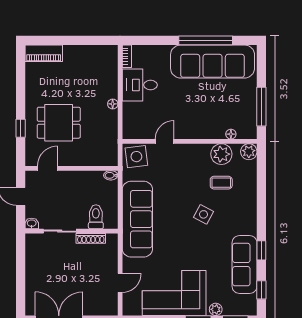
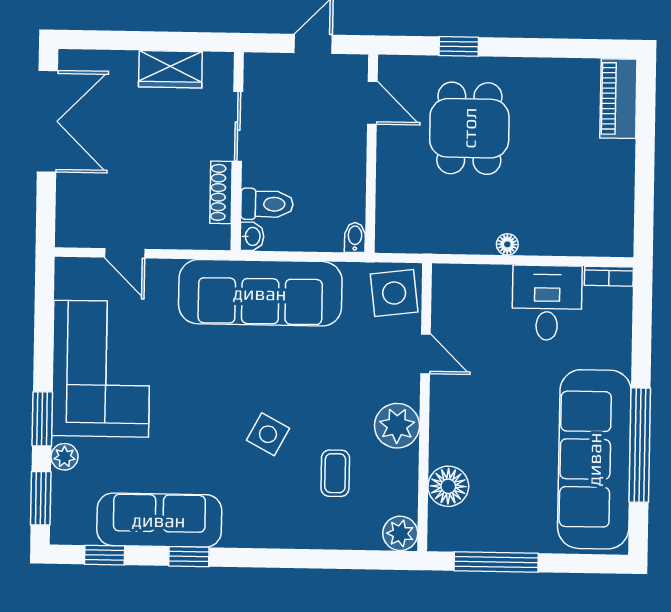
floor lamp: (231, 134) -> (448, 486), width x1.89, depth x1.89
plant: (221, 154) -> (397, 426), moved
washbasin: (32, 223) -> (252, 236), moved
wardrobe: (34, 263) -> (170, 69), added

